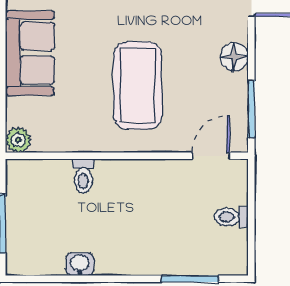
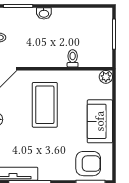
washbasin: (80, 264) -> (44, 13), moved

